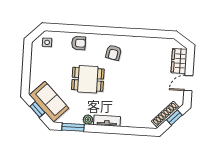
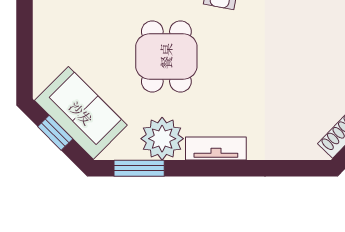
dining table: (88, 79) -> (166, 56), turned 90
plant: (88, 120) -> (162, 139), width x1.87, depth x1.87

